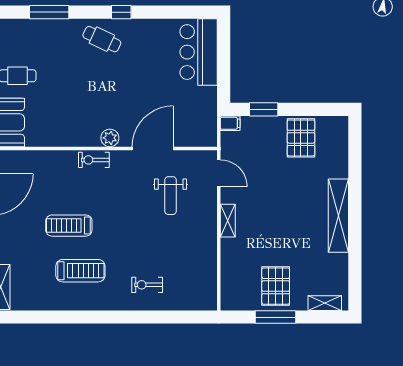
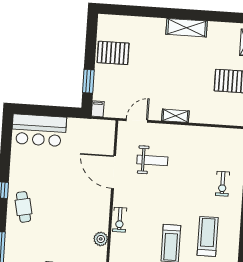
cafe table: (102, 39) -> (23, 207), turned -37
plant: (110, 138) -> (101, 239), moved
shelving: (338, 216) -> (187, 28), width x0.68

